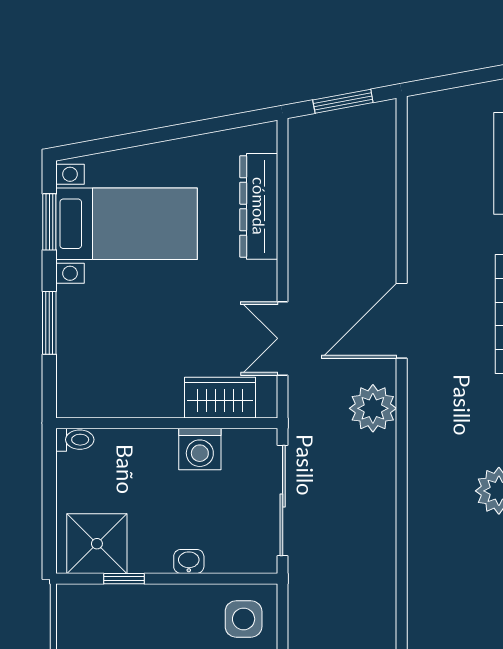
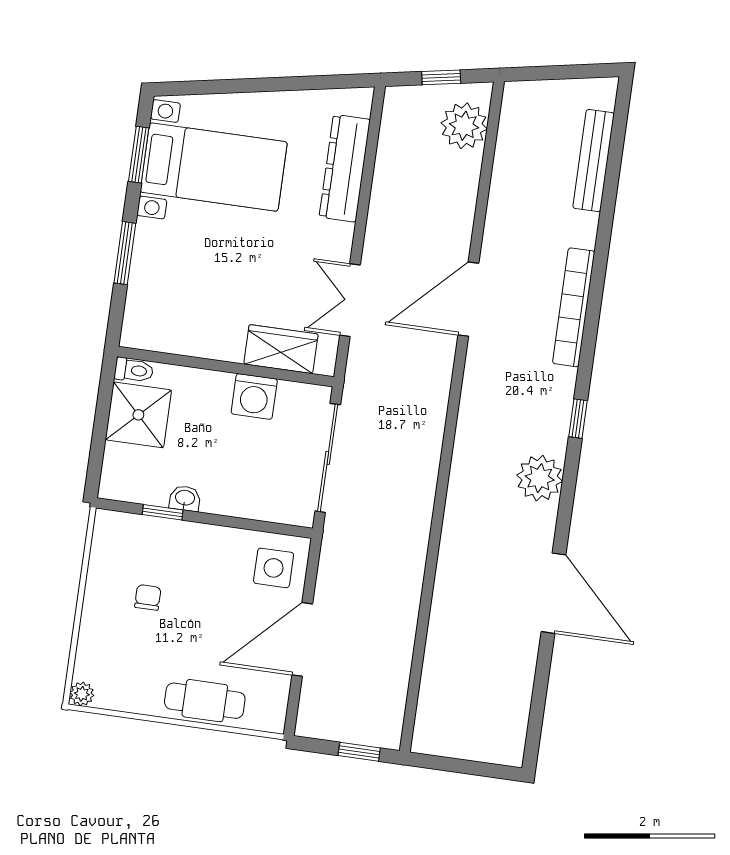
window: (343, 101) -> (441, 77), width x0.67
plant: (373, 408) -> (464, 126), moved
shower: (97, 544) -> (138, 415), moved
washbasin: (189, 561) -> (185, 498), moved

